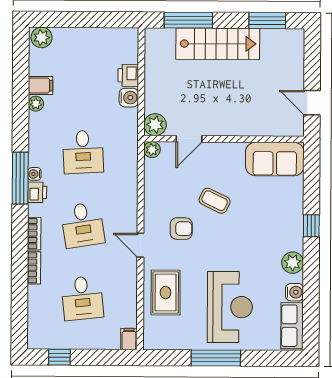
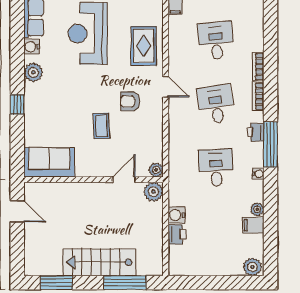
water cooler: (34, 174) -> (258, 174), moved
coffee table: (215, 201) -> (101, 126), turned 61

